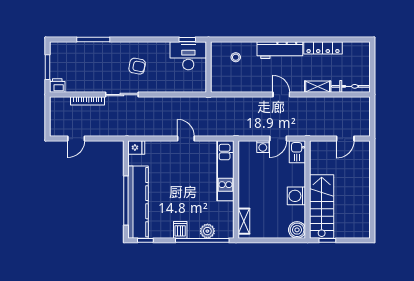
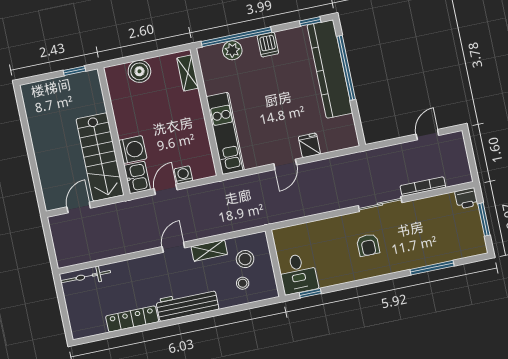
desk: (188, 56) -> (298, 274), width x0.73
armchair: (137, 66) -> (368, 245), turned -101
stool: (230, 75) -> (245, 259), added
shelving: (318, 87) -> (209, 250), moved
door: (281, 95) -> (173, 247), swing flipped
door: (186, 139) -> (285, 164), hinge flipped
fridge: (136, 148) -> (309, 145), moved, turned 90
washing machine: (296, 196) -> (133, 150), moved
stairs: (322, 206) -> (100, 157), moved
boiler: (297, 230) -> (139, 71), moved

